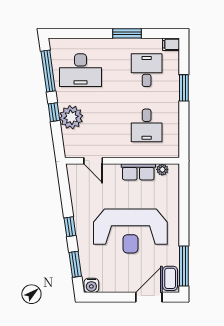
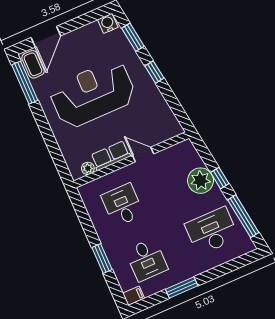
door: (93, 161) -> (143, 155), moved

